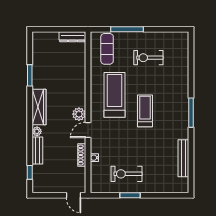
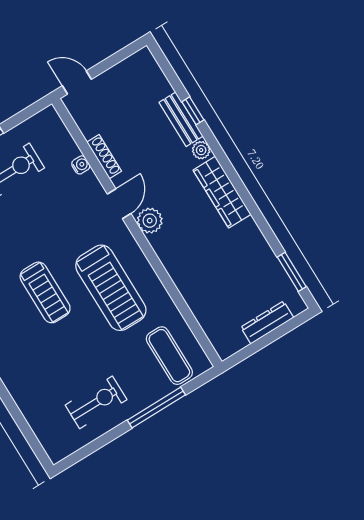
dresser: (72, 37) -> (267, 322), moved
exercise bike: (148, 58) -> (96, 402), moved
window: (30, 75) -> (292, 272), moved
window: (30, 172) -> (193, 111), moved

